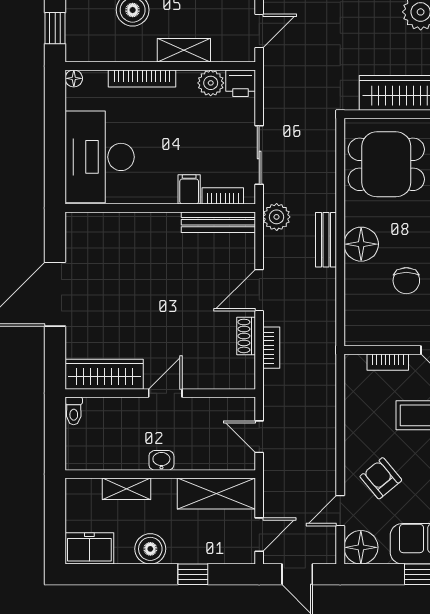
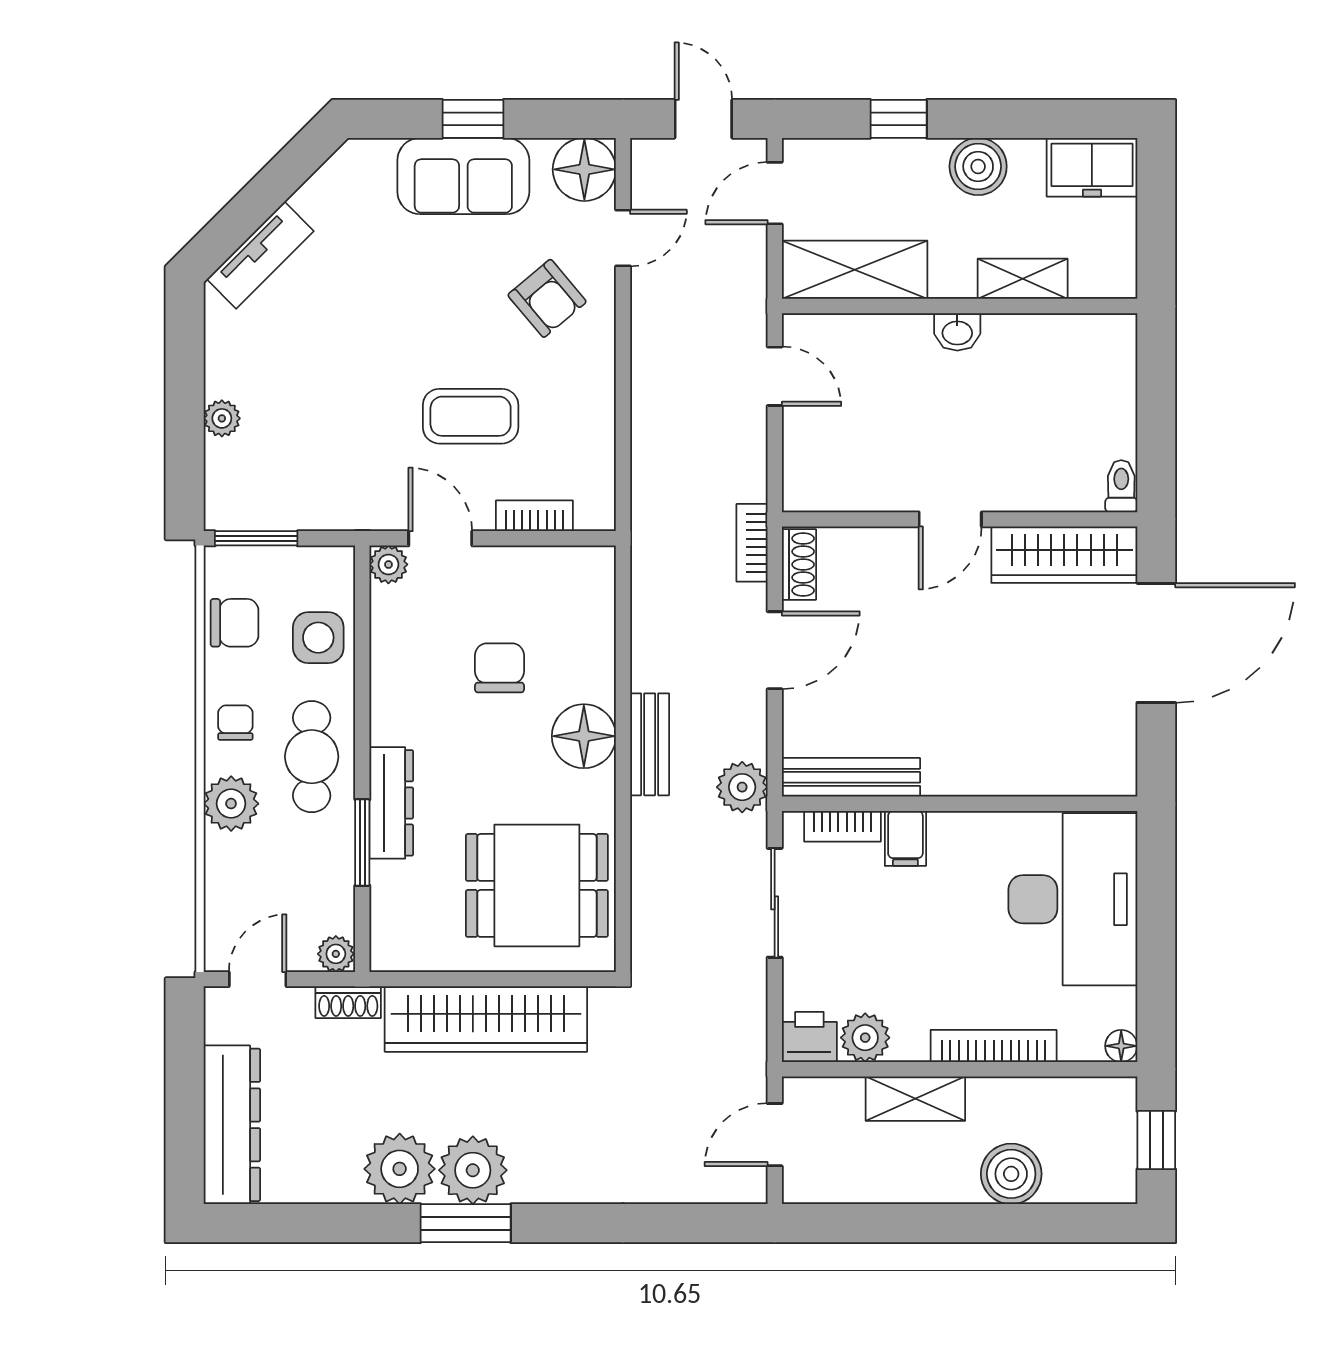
wardrobe: (104, 374) -> (1064, 555), moved
wall: (160, 393) -> (960, 519), moved
door: (165, 393) -> (950, 519), moved
toilet: (74, 411) -> (1121, 486), moved

